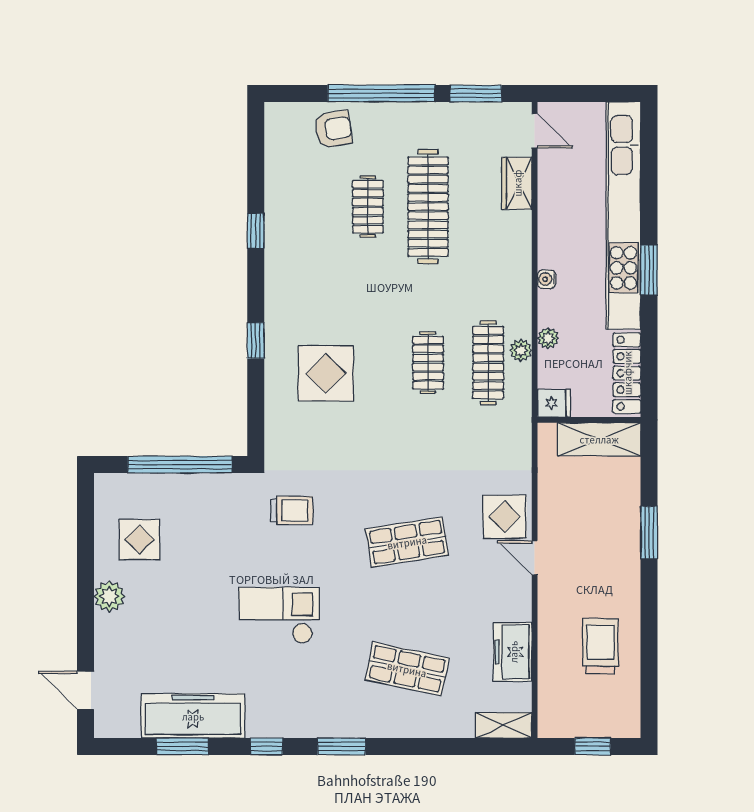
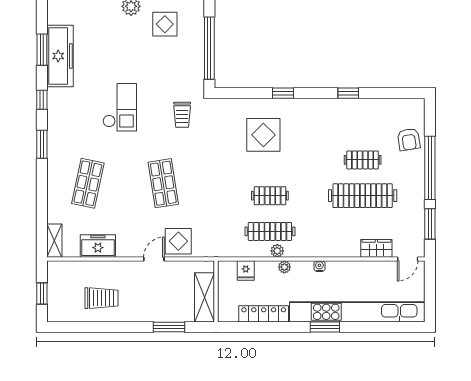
wall: (589, 420) -> (216, 291), moved
shelving: (599, 439) -> (204, 297), moved

